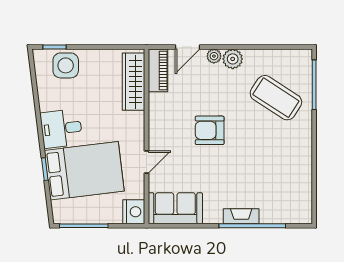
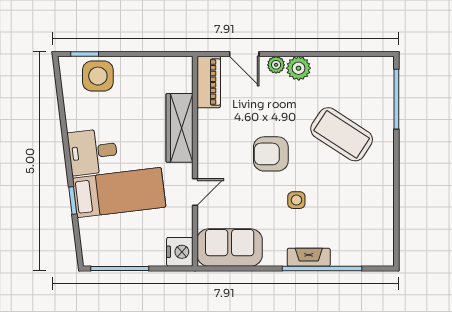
door: (188, 47) -> (244, 54), hinge flipped
wardrobe: (134, 82) -> (179, 128), moved
coffee table: (276, 98) -> (342, 134), moved
side table: (231, 169) -> (296, 200), added
bed: (84, 171) -> (119, 193), width x0.67

